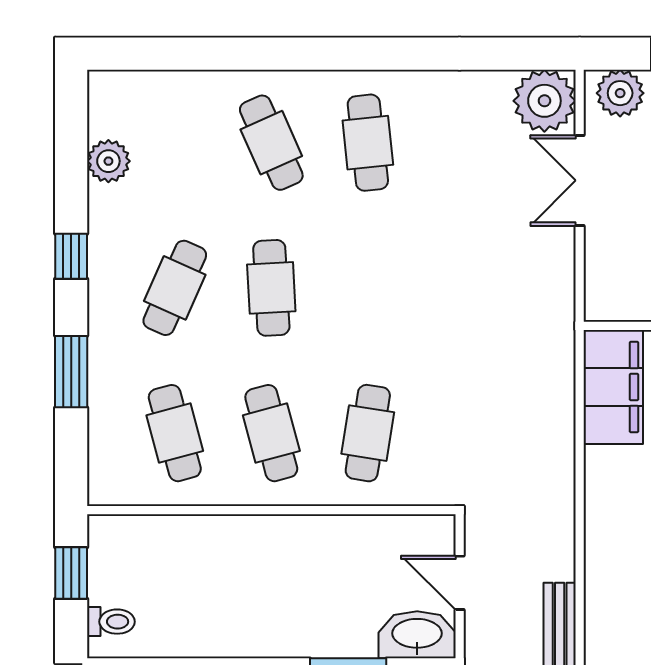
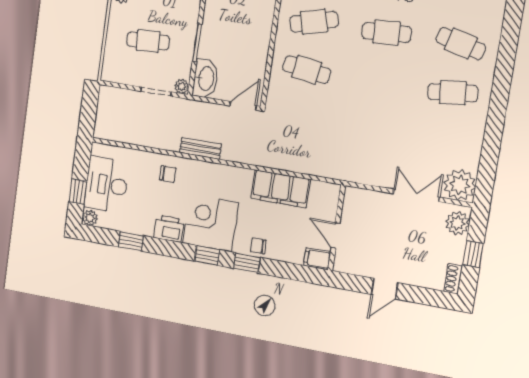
cafe table: (271, 143) -> (461, 44), turned 39
filing cabinet: (613, 387) -> (281, 189), moved
door: (460, 583) -> (243, 106), moved

